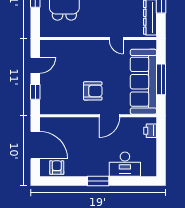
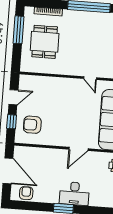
armchair: (93, 91) -> (32, 125), moved, turned 180
desk: (125, 164) -> (74, 194), moved

